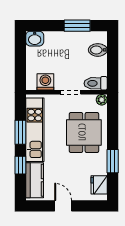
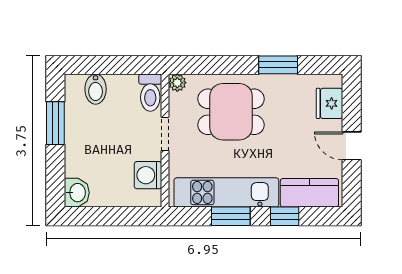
fridge: (99, 185) -> (329, 103), moved, turned 90
door: (63, 206) -> (352, 146), hinge flipped

